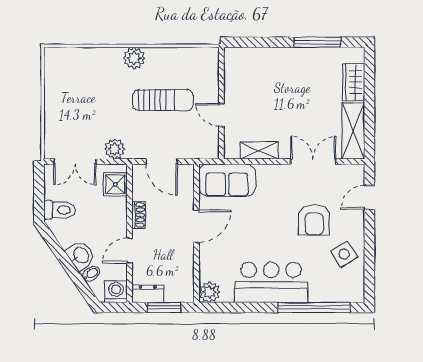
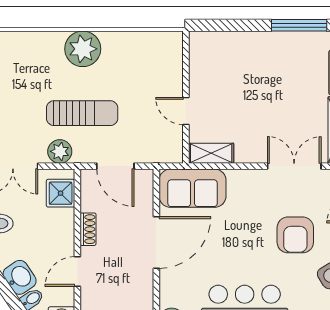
plant: (134, 58) -> (83, 49), width x1.36, depth x1.36
sun lounger: (163, 100) -> (82, 113), moved
shelving: (259, 151) -> (211, 153), moved
door: (197, 226) -> (156, 242), width x1.36

